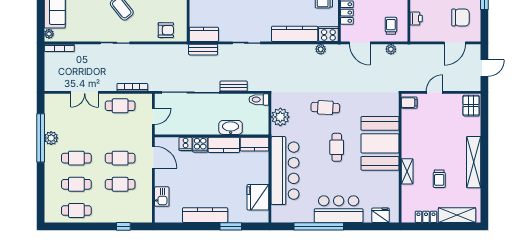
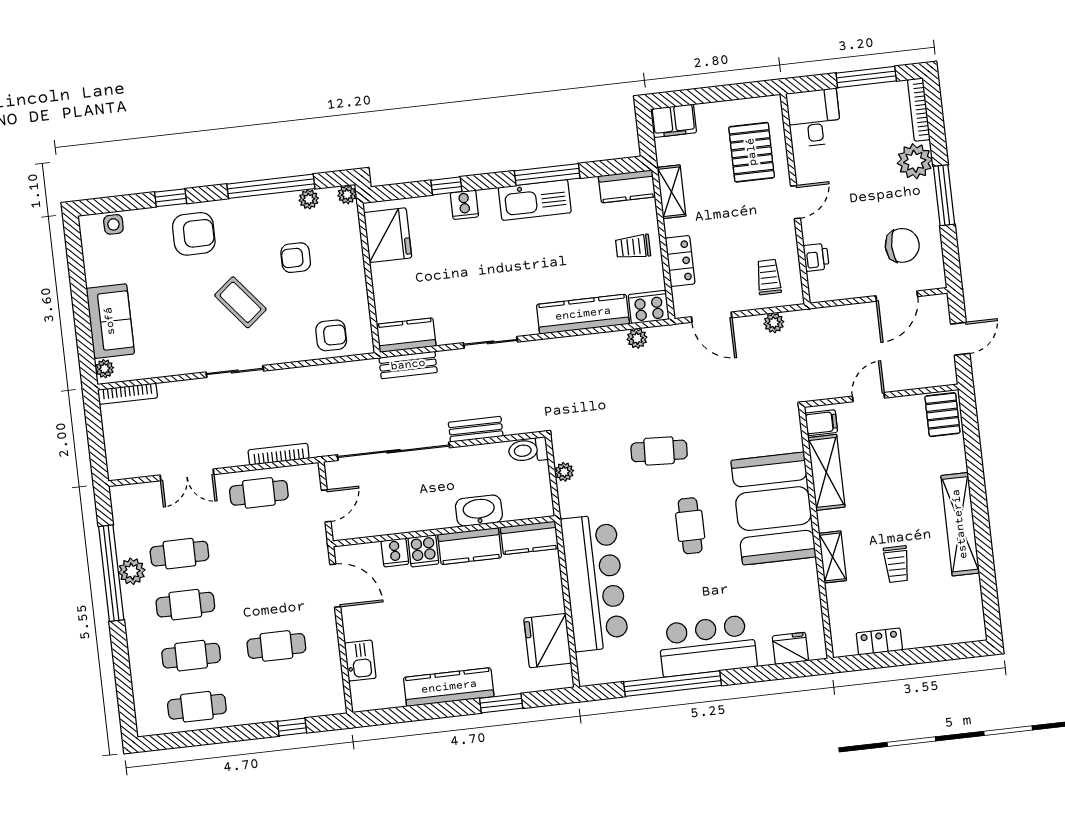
plant: (280, 117) -> (564, 472), width x0.53, depth x0.53
cafe table: (120, 158) -> (179, 554), moved
shelving: (457, 215) -> (826, 472), moved, turned 90

